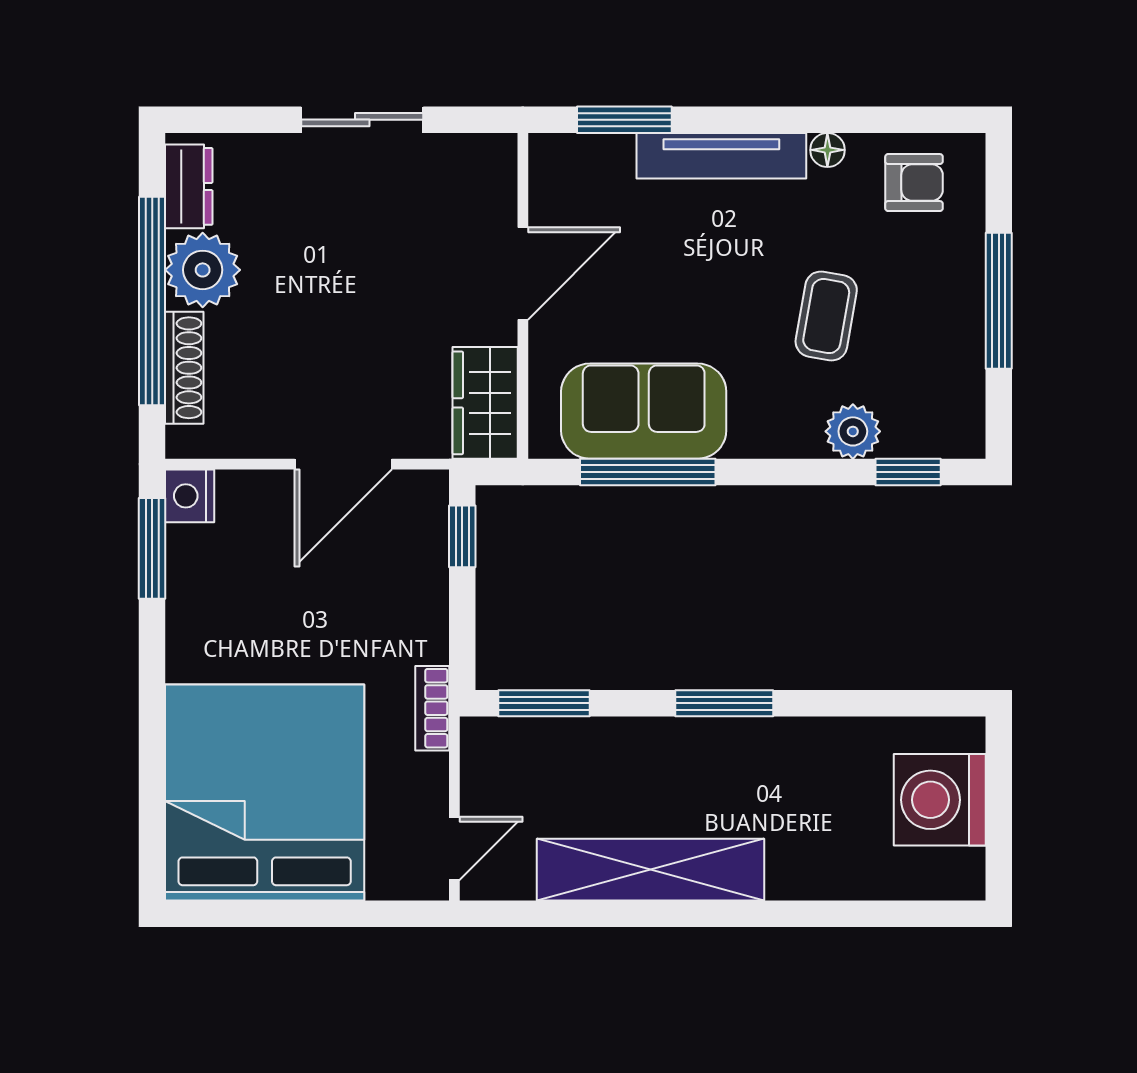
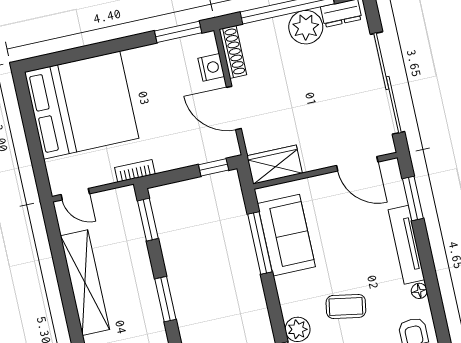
sliding door: (362, 120) -> (387, 83), width x1.86
door: (523, 274) -> (357, 164), moved
shoe rack: (184, 368) -> (233, 52), moved, turned -90
nightstand: (190, 496) -> (211, 67), moved, turned 90

